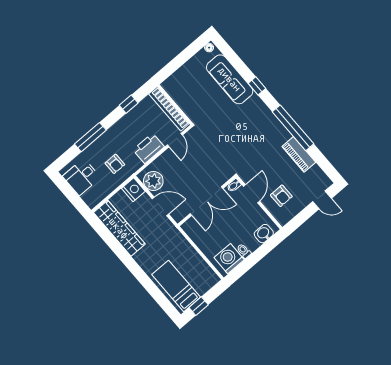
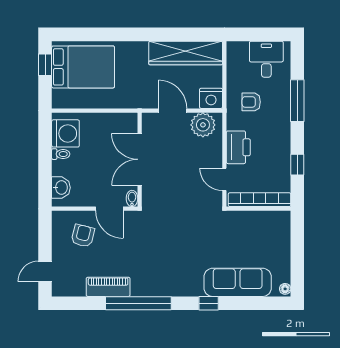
armchair: (281, 196) -> (83, 236), turned 104
door: (160, 206) -> (173, 111), swing flipped
bed: (176, 286) -> (83, 67), width x1.50

